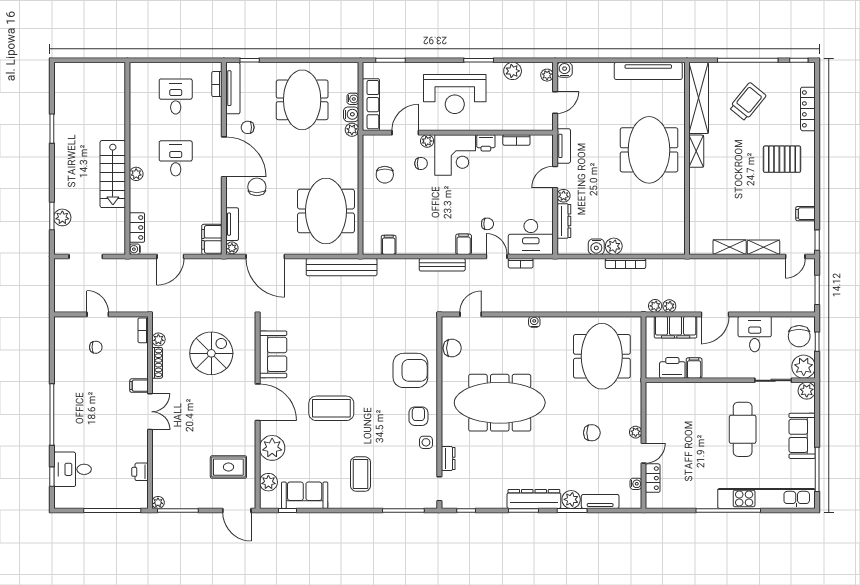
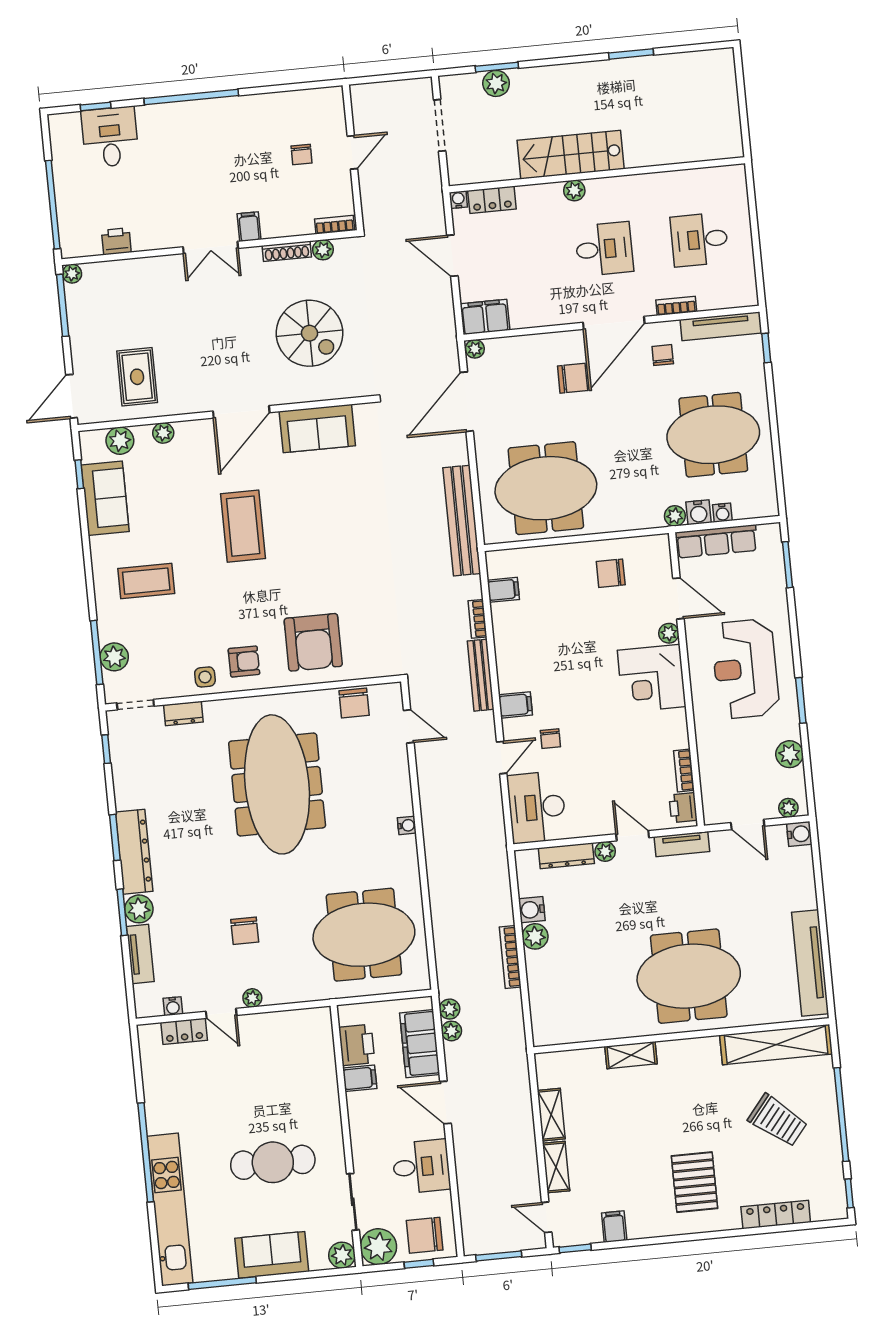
bookcase: (217, 84) -> (676, 306), moved
desk: (176, 96) -> (699, 240), turned 180
printer: (486, 143) -> (683, 808), moved
shelving: (696, 151) -> (631, 1055), moved
chair: (421, 163) -> (633, 627), removed
tv unit: (232, 224) -> (511, 346), removed
bookcase: (521, 263) -> (477, 619), moved
plant: (272, 448) -> (163, 433), width x0.53, depth x0.53
plant: (407, 499) -> (114, 657), added

